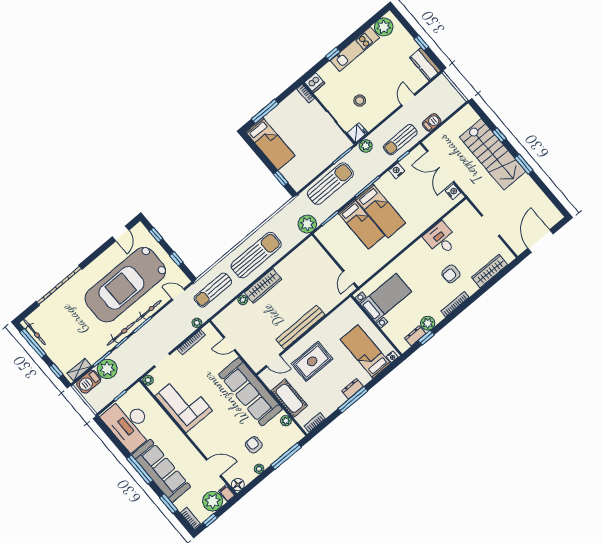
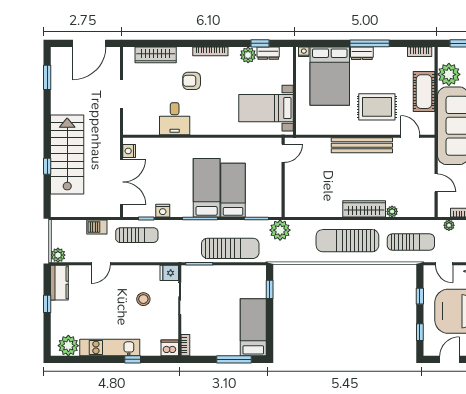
plant: (366, 146) -> (58, 255), moved
window: (524, 164) -> (47, 77), moved
sun lounger: (330, 184) -> (230, 248), turned 180
armchair: (451, 274) -> (192, 81), turned 180
bed: (365, 351) -> (330, 76), width x1.50
plant: (286, 421) -> (449, 74), width x1.88, depth x1.88

